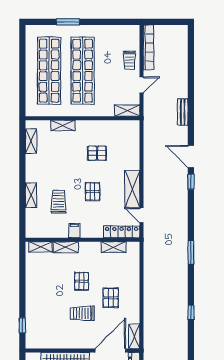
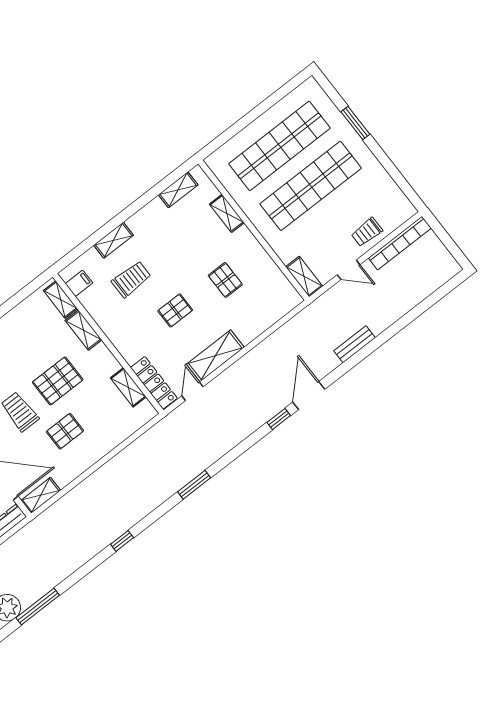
filing cabinet: (74, 231) -> (79, 283), moved
pallet: (82, 281) -> (58, 381), width x1.50, depth x1.42

